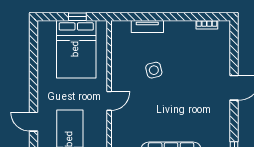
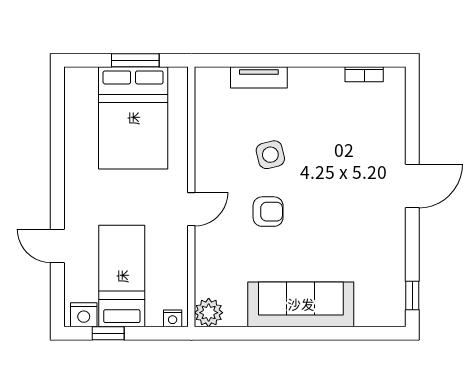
window: (77, 17) -> (135, 60), width x1.50
armchair: (153, 102) -> (268, 212), added

